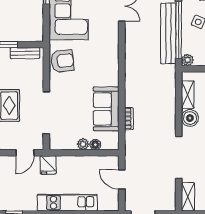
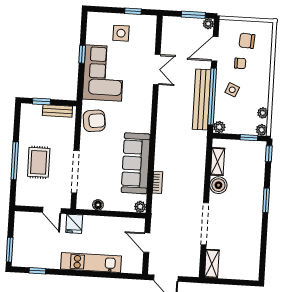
sofa: (106, 109) -> (136, 163), width x1.36
plant: (83, 144) -> (140, 207), moved
floor lamp: (95, 145) -> (98, 205), moved
door: (25, 153) -> (52, 210), hinge flipped

